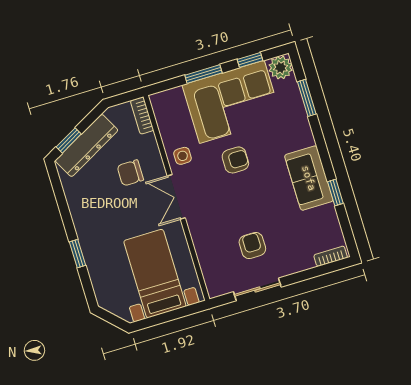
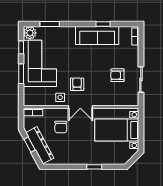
window: (69, 140) -> (30, 145), moved
armchair: (235, 160) -> (77, 84), moved
sofa: (309, 178) -> (97, 35), width x1.36

